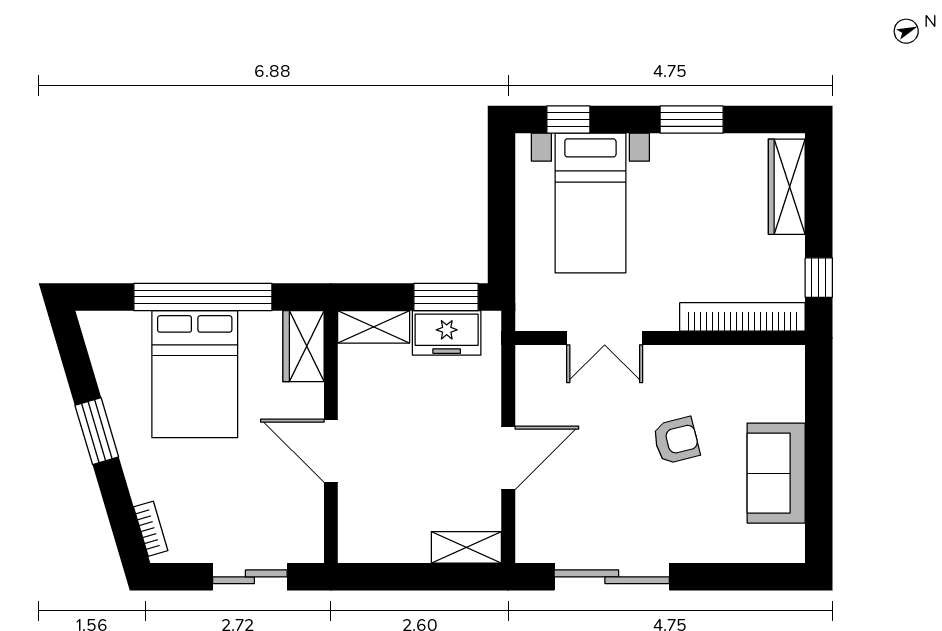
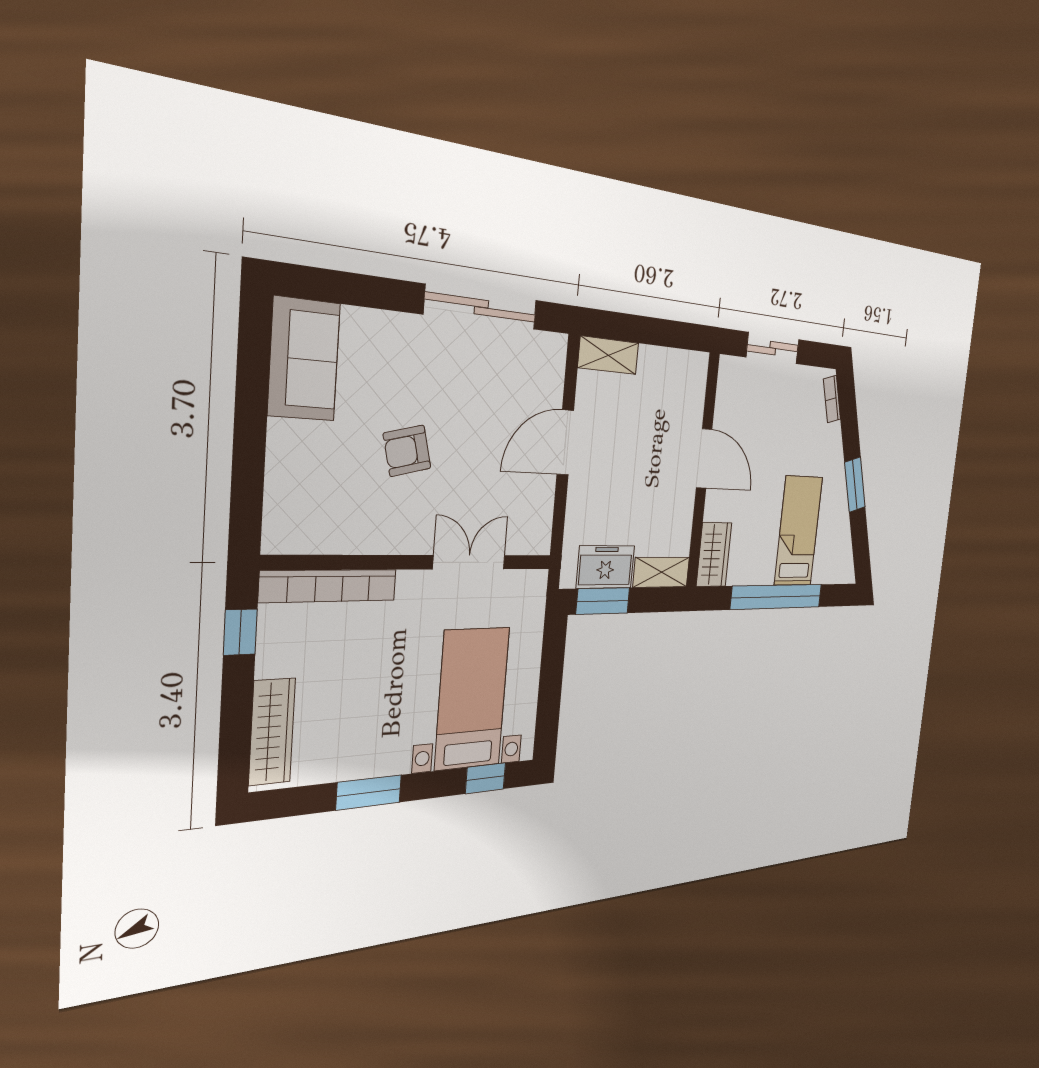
bed: (195, 374) -> (798, 531), width x0.67
sofa: (776, 473) -> (304, 359), moved

